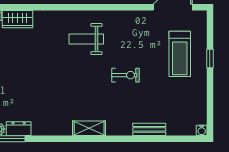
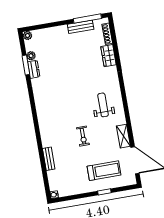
treadmill: (180, 54) -> (104, 171), turned 180
shelving: (89, 128) -> (123, 136), moved

